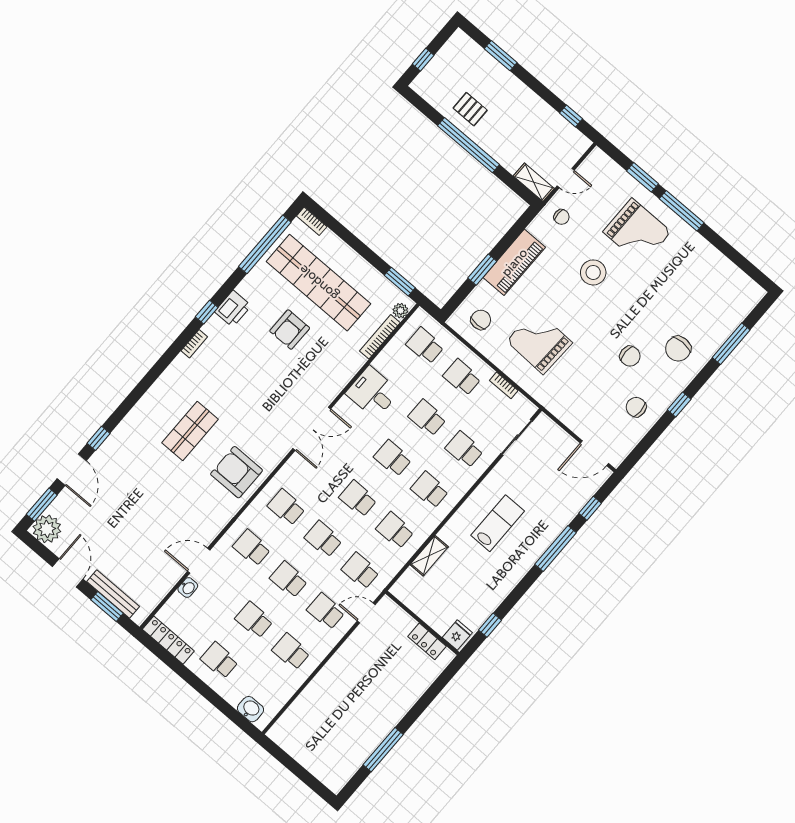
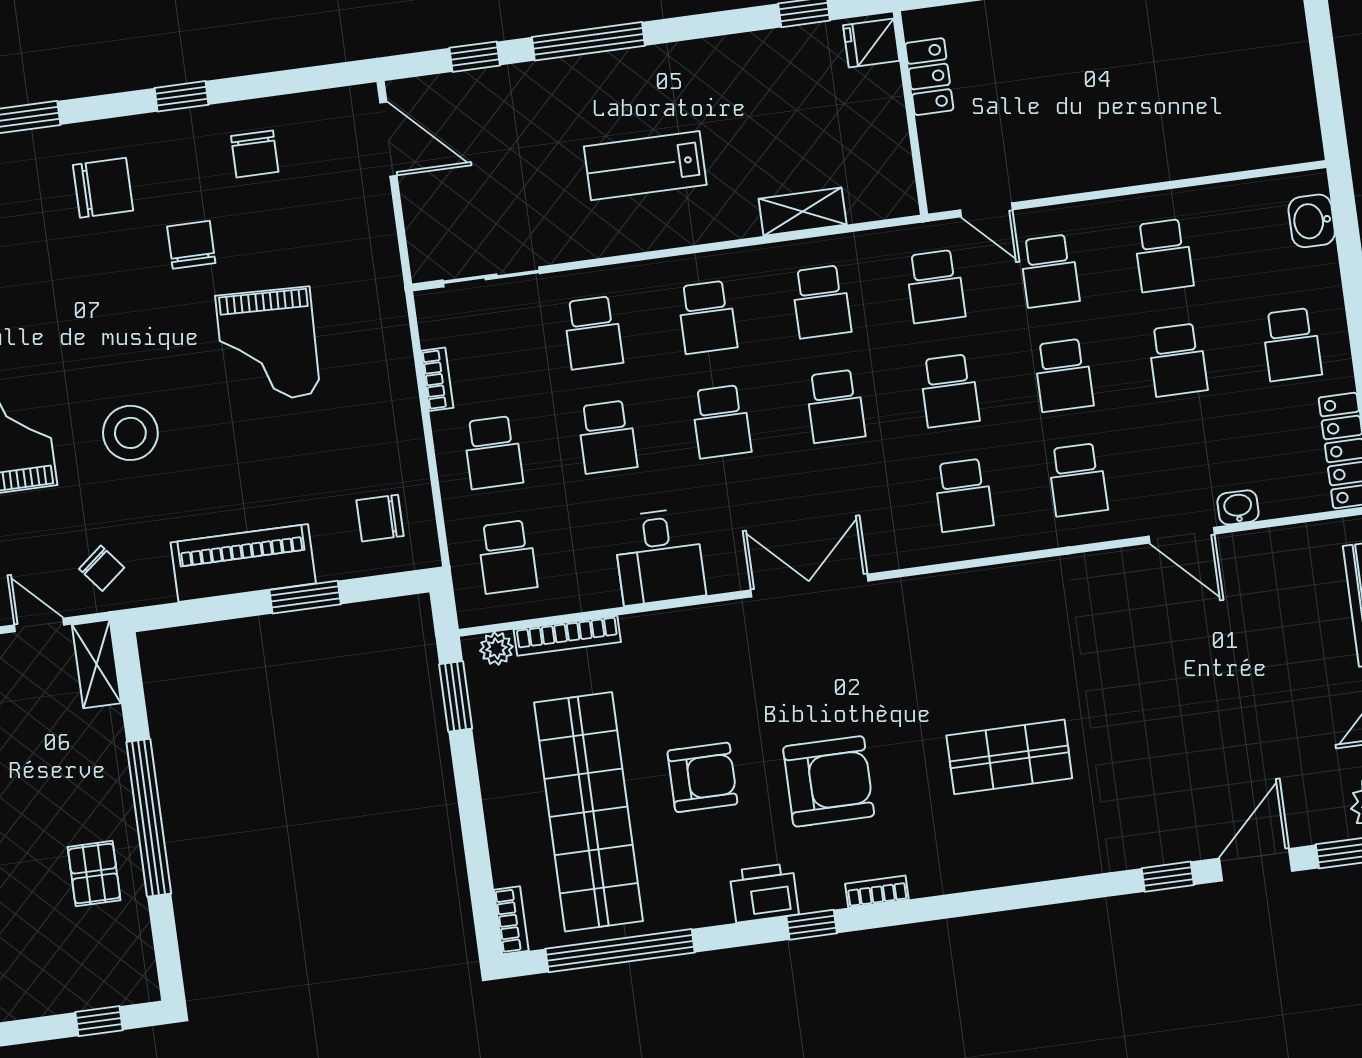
chair: (561, 217) -> (102, 568), turned 141
grand piano: (539, 342) -> (268, 345), moved
armchair: (237, 472) -> (829, 781), moved, turned -90

